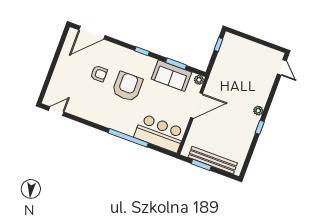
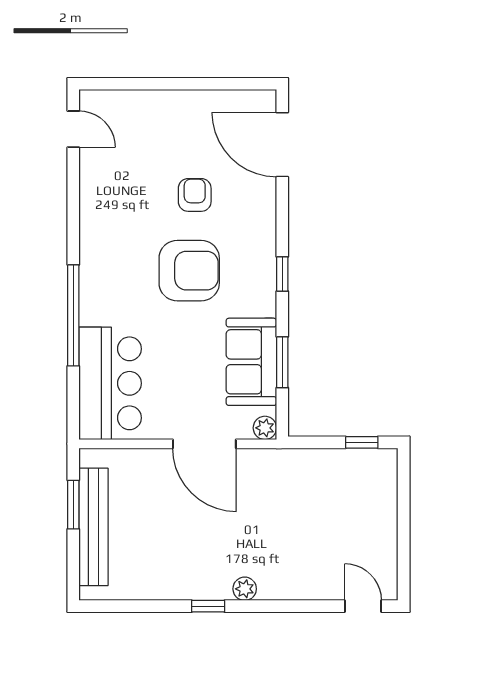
door: (282, 67) -> (363, 606), swing flipped
armchair: (99, 74) -> (195, 195), turned 180

